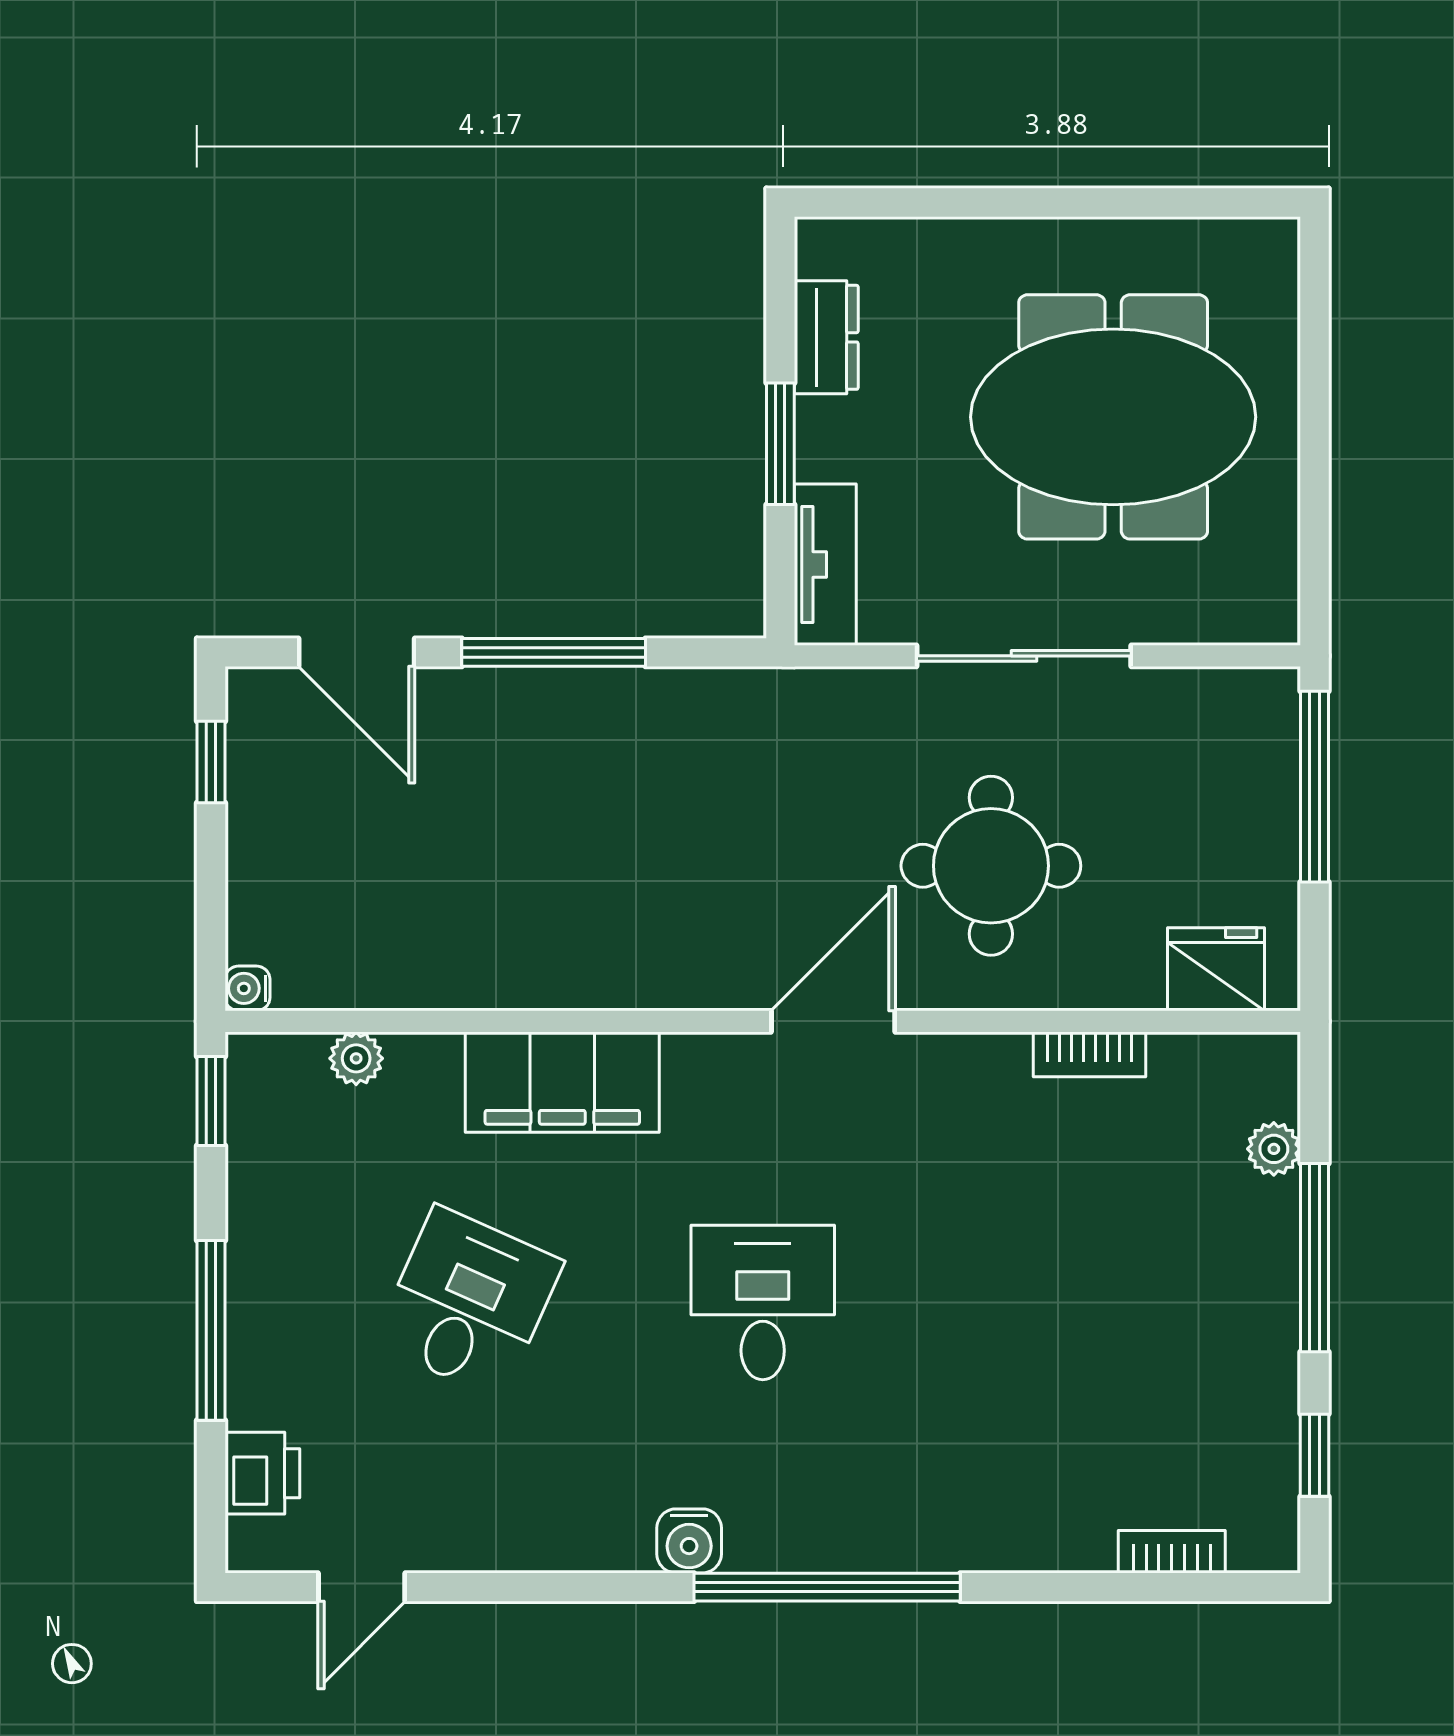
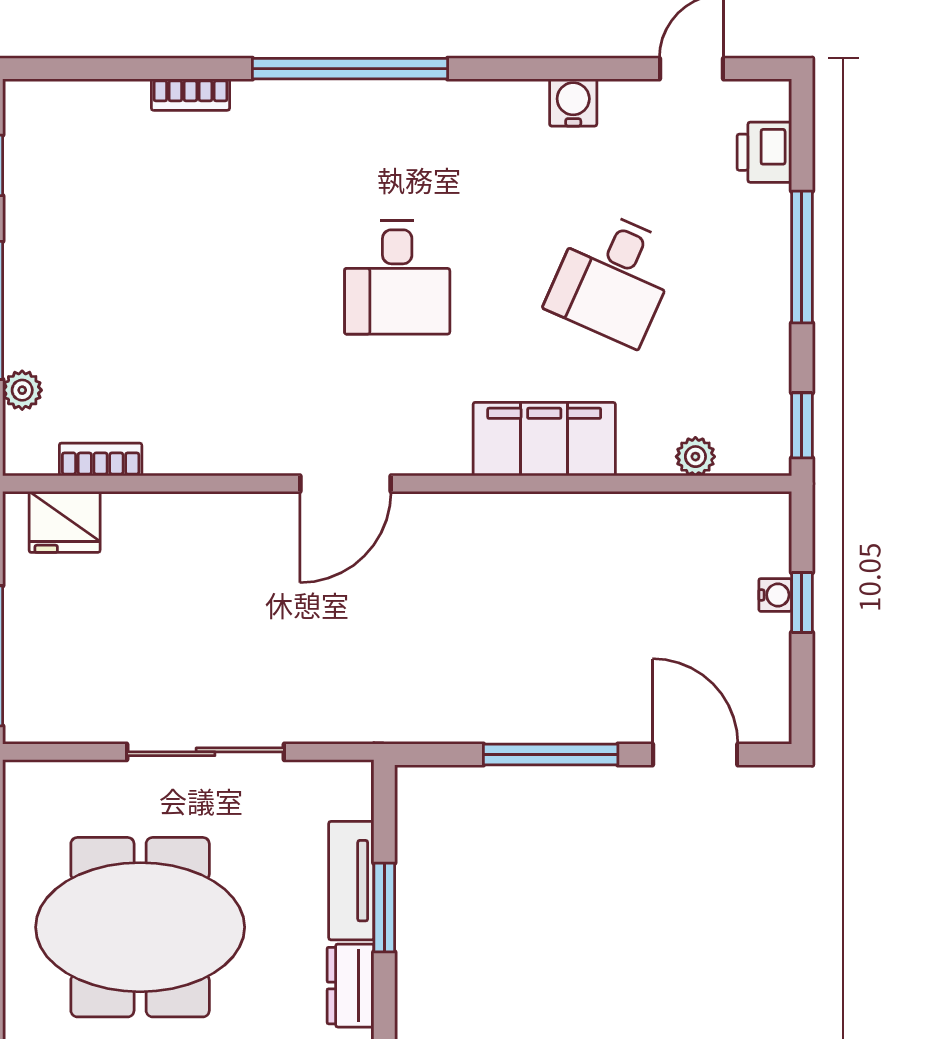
tv unit: (825, 565) -> (351, 881), moved
window: (211, 762) -> (802, 603), moved
round table: (991, 866) -> (230, 598), removed
water cooler: (247, 988) -> (775, 595), moved
bookcase: (1089, 1054) -> (101, 460), moved
water cooler: (689, 1541) -> (573, 103), moved
bookcase: (1172, 1552) -> (190, 95), moved

